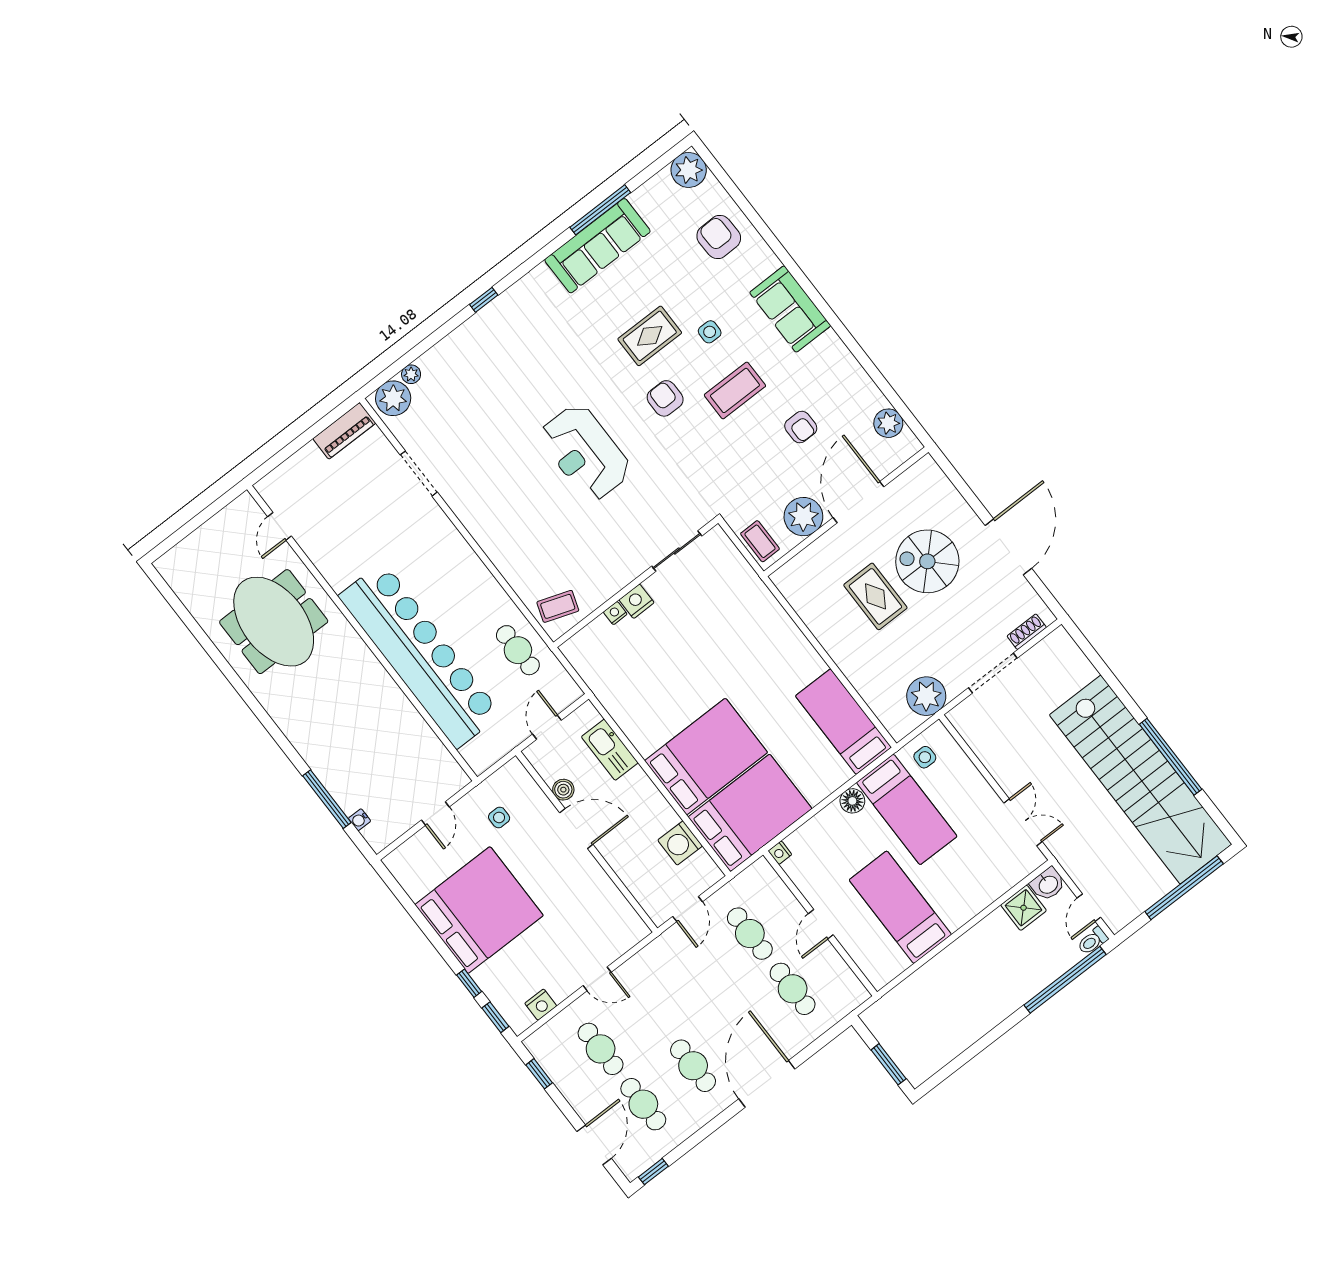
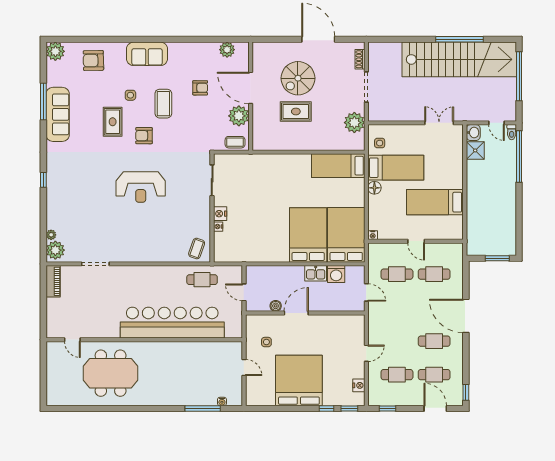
kitchen sink: (610, 750) -> (316, 273), moved, width x0.73

